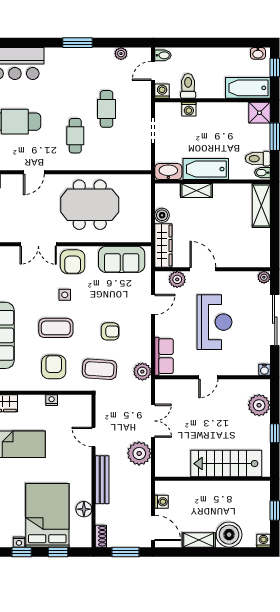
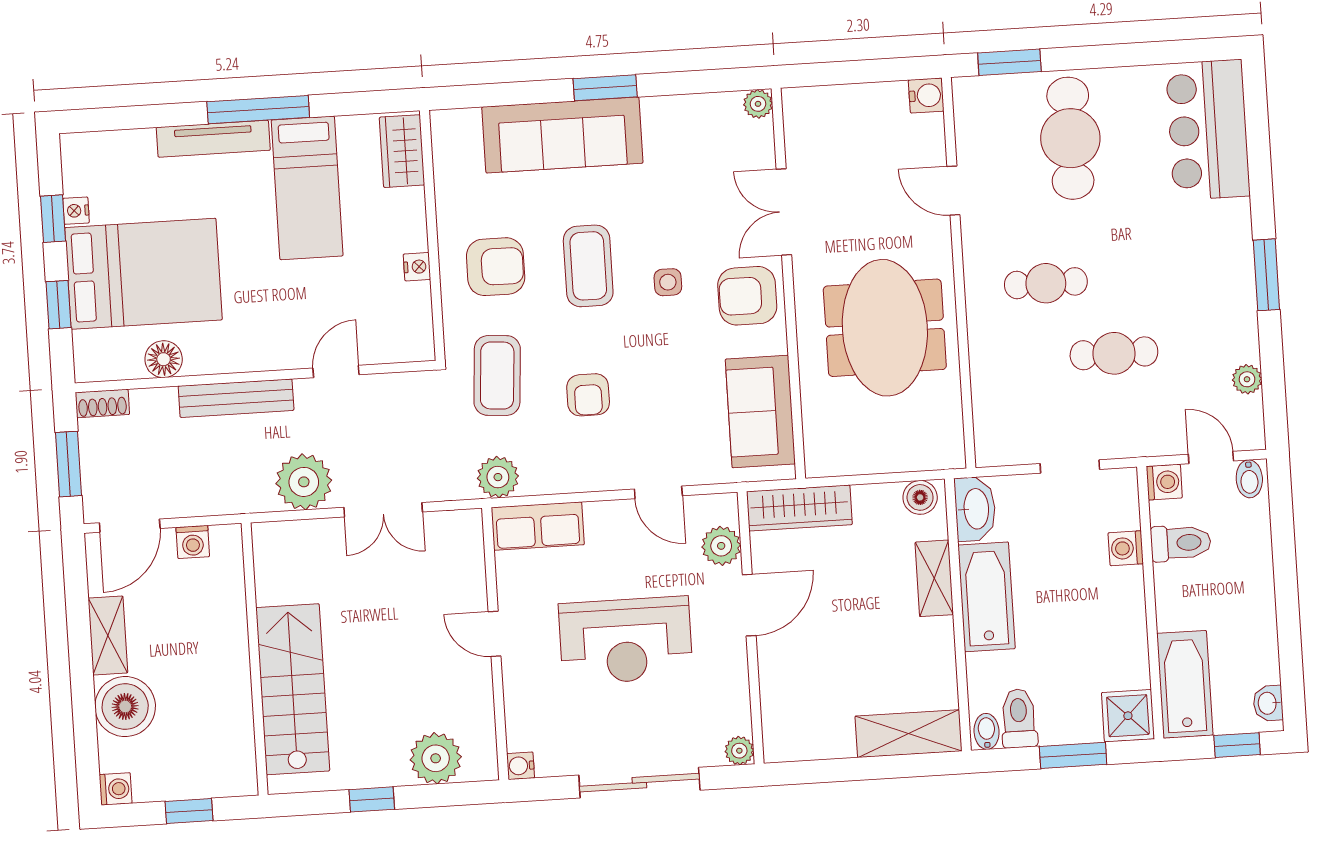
boiler: (162, 215) -> (920, 497), moved

